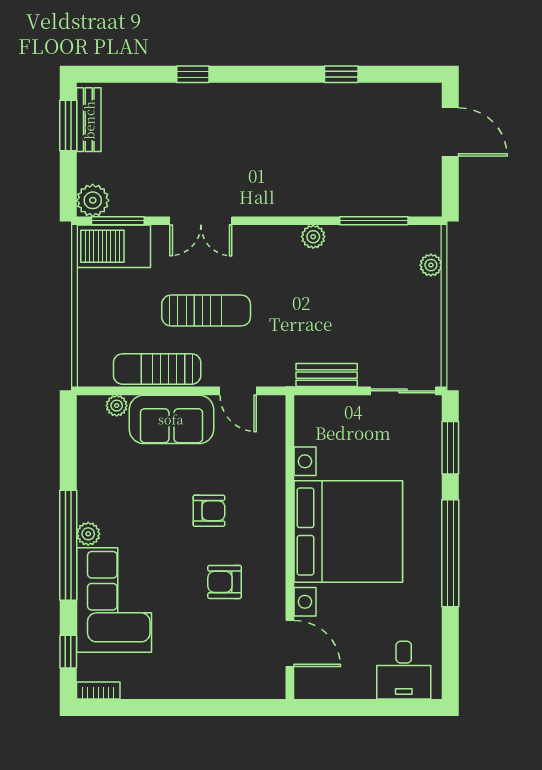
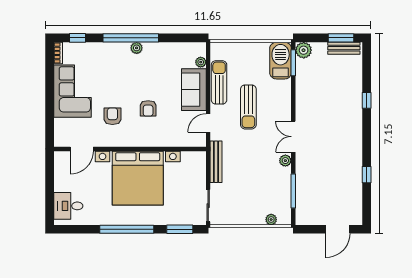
double door: (201, 221) -> (293, 137), moved
bench: (327, 375) -> (216, 162), width x1.36
corner sofa: (114, 600) -> (72, 91), moved, turned -90

